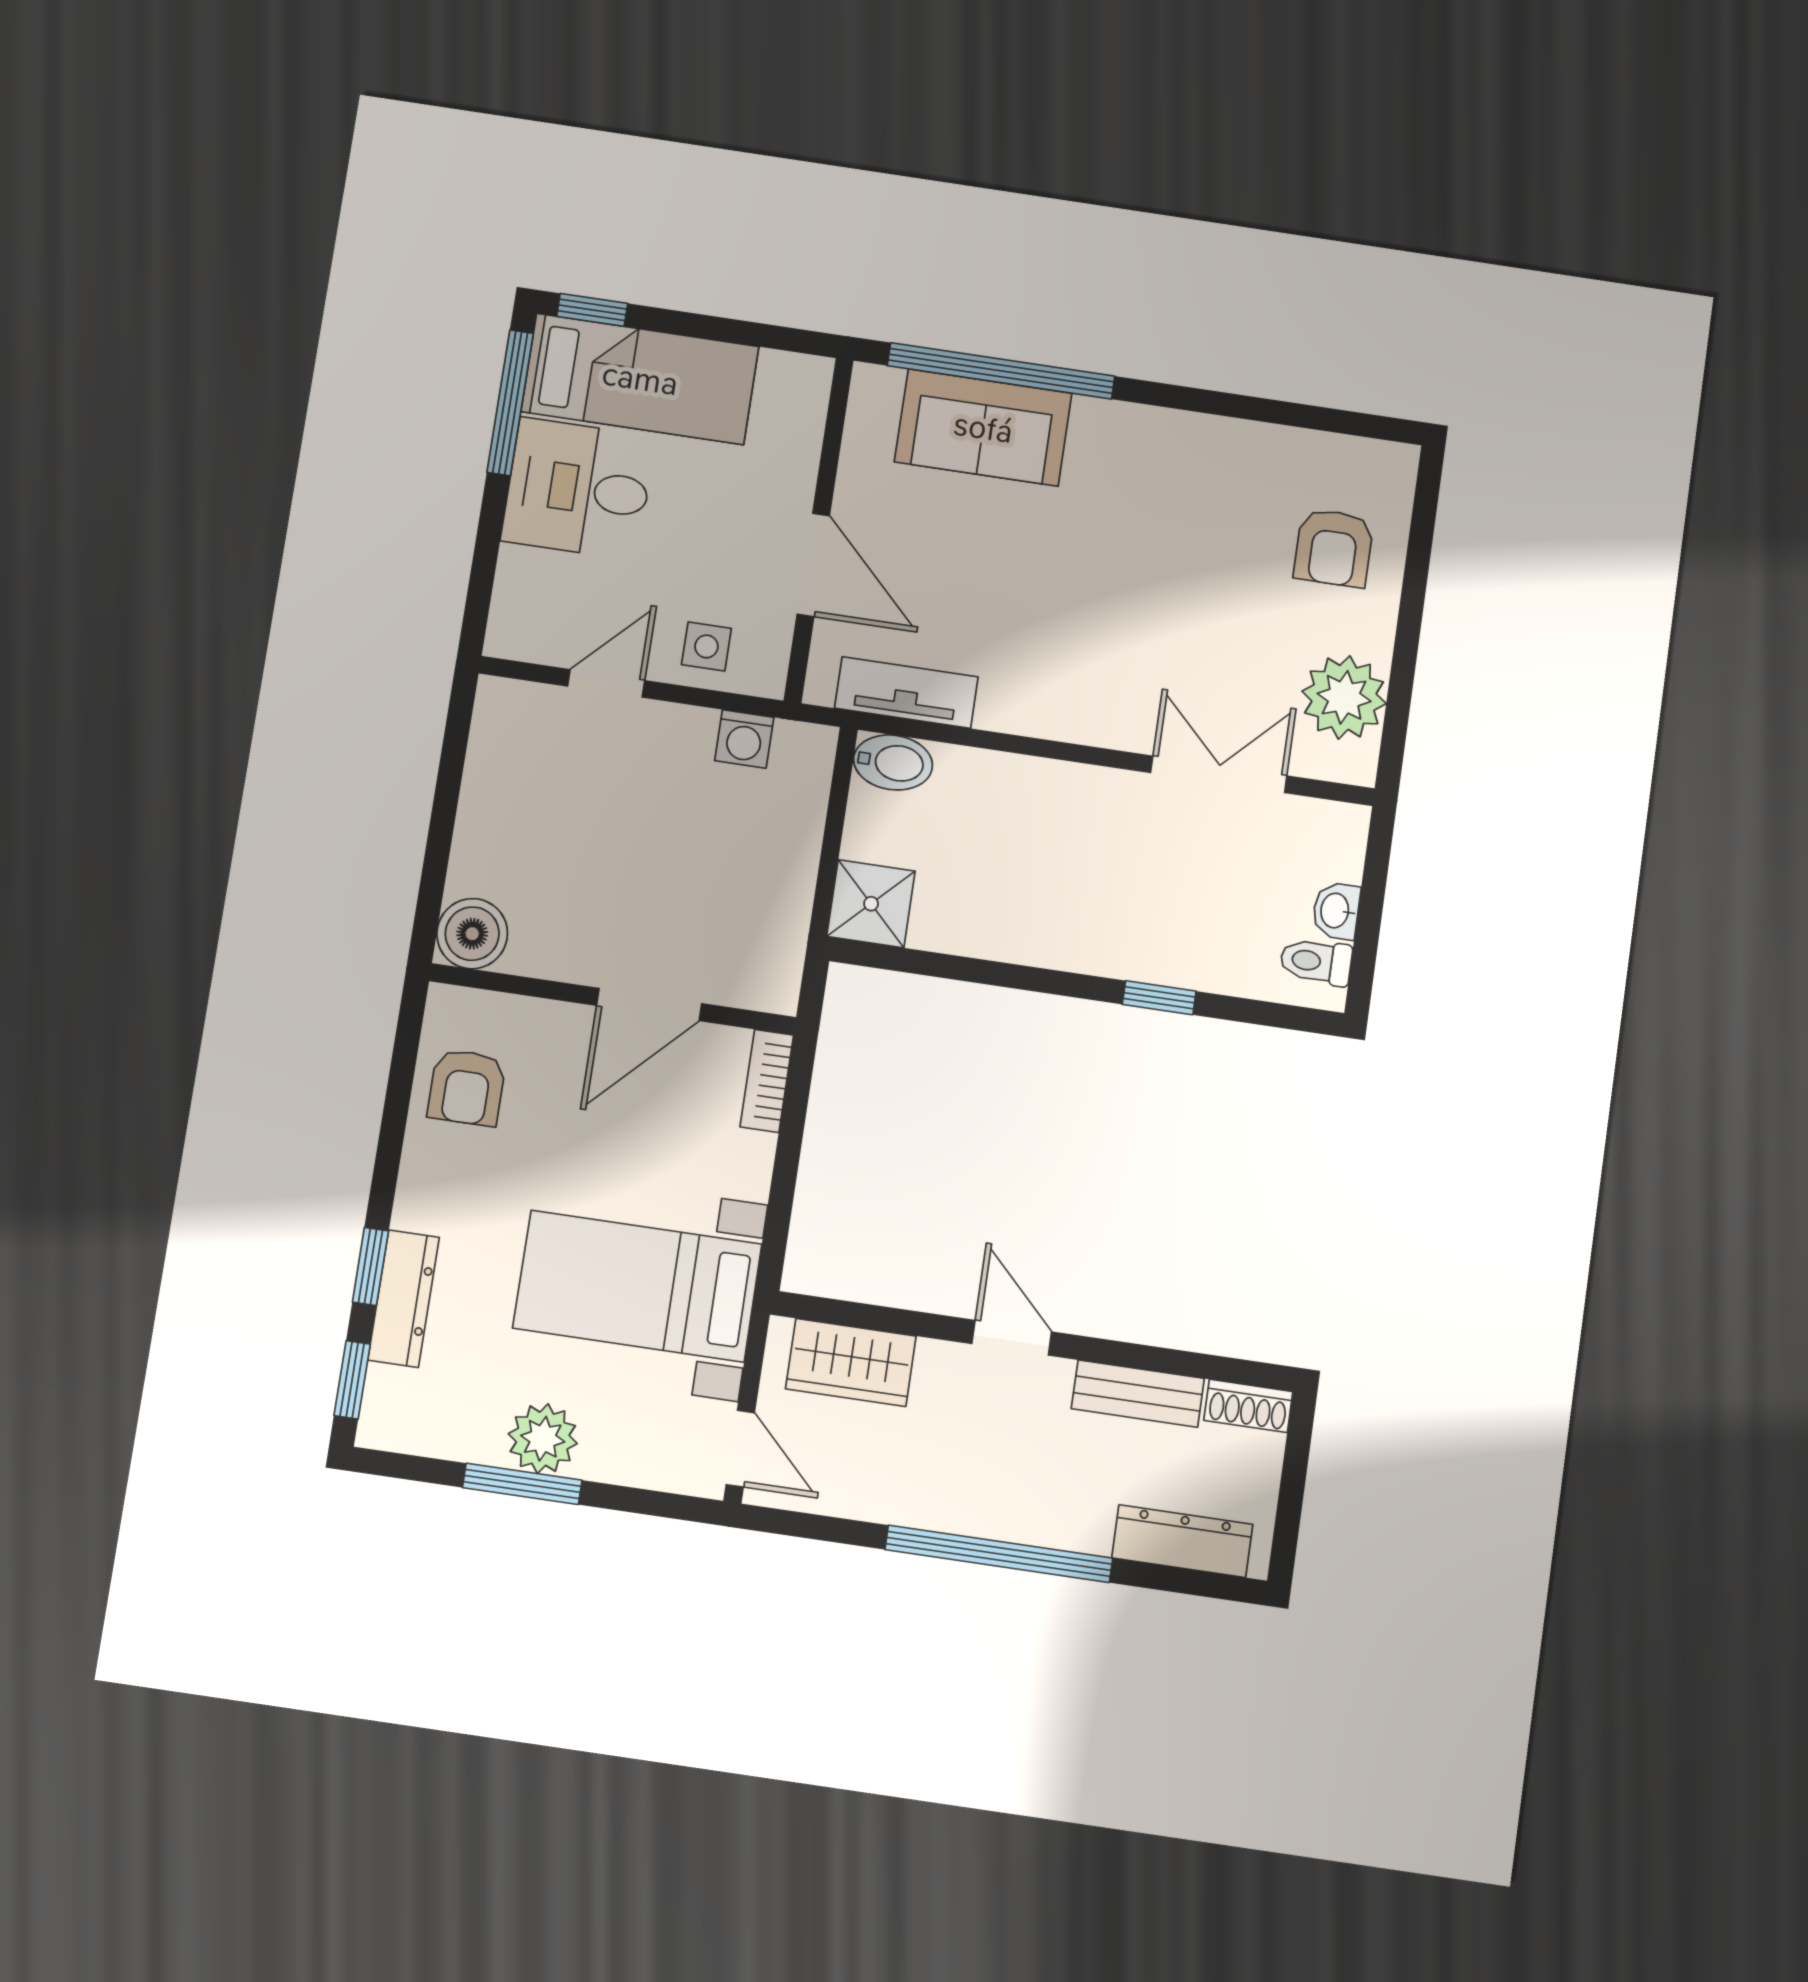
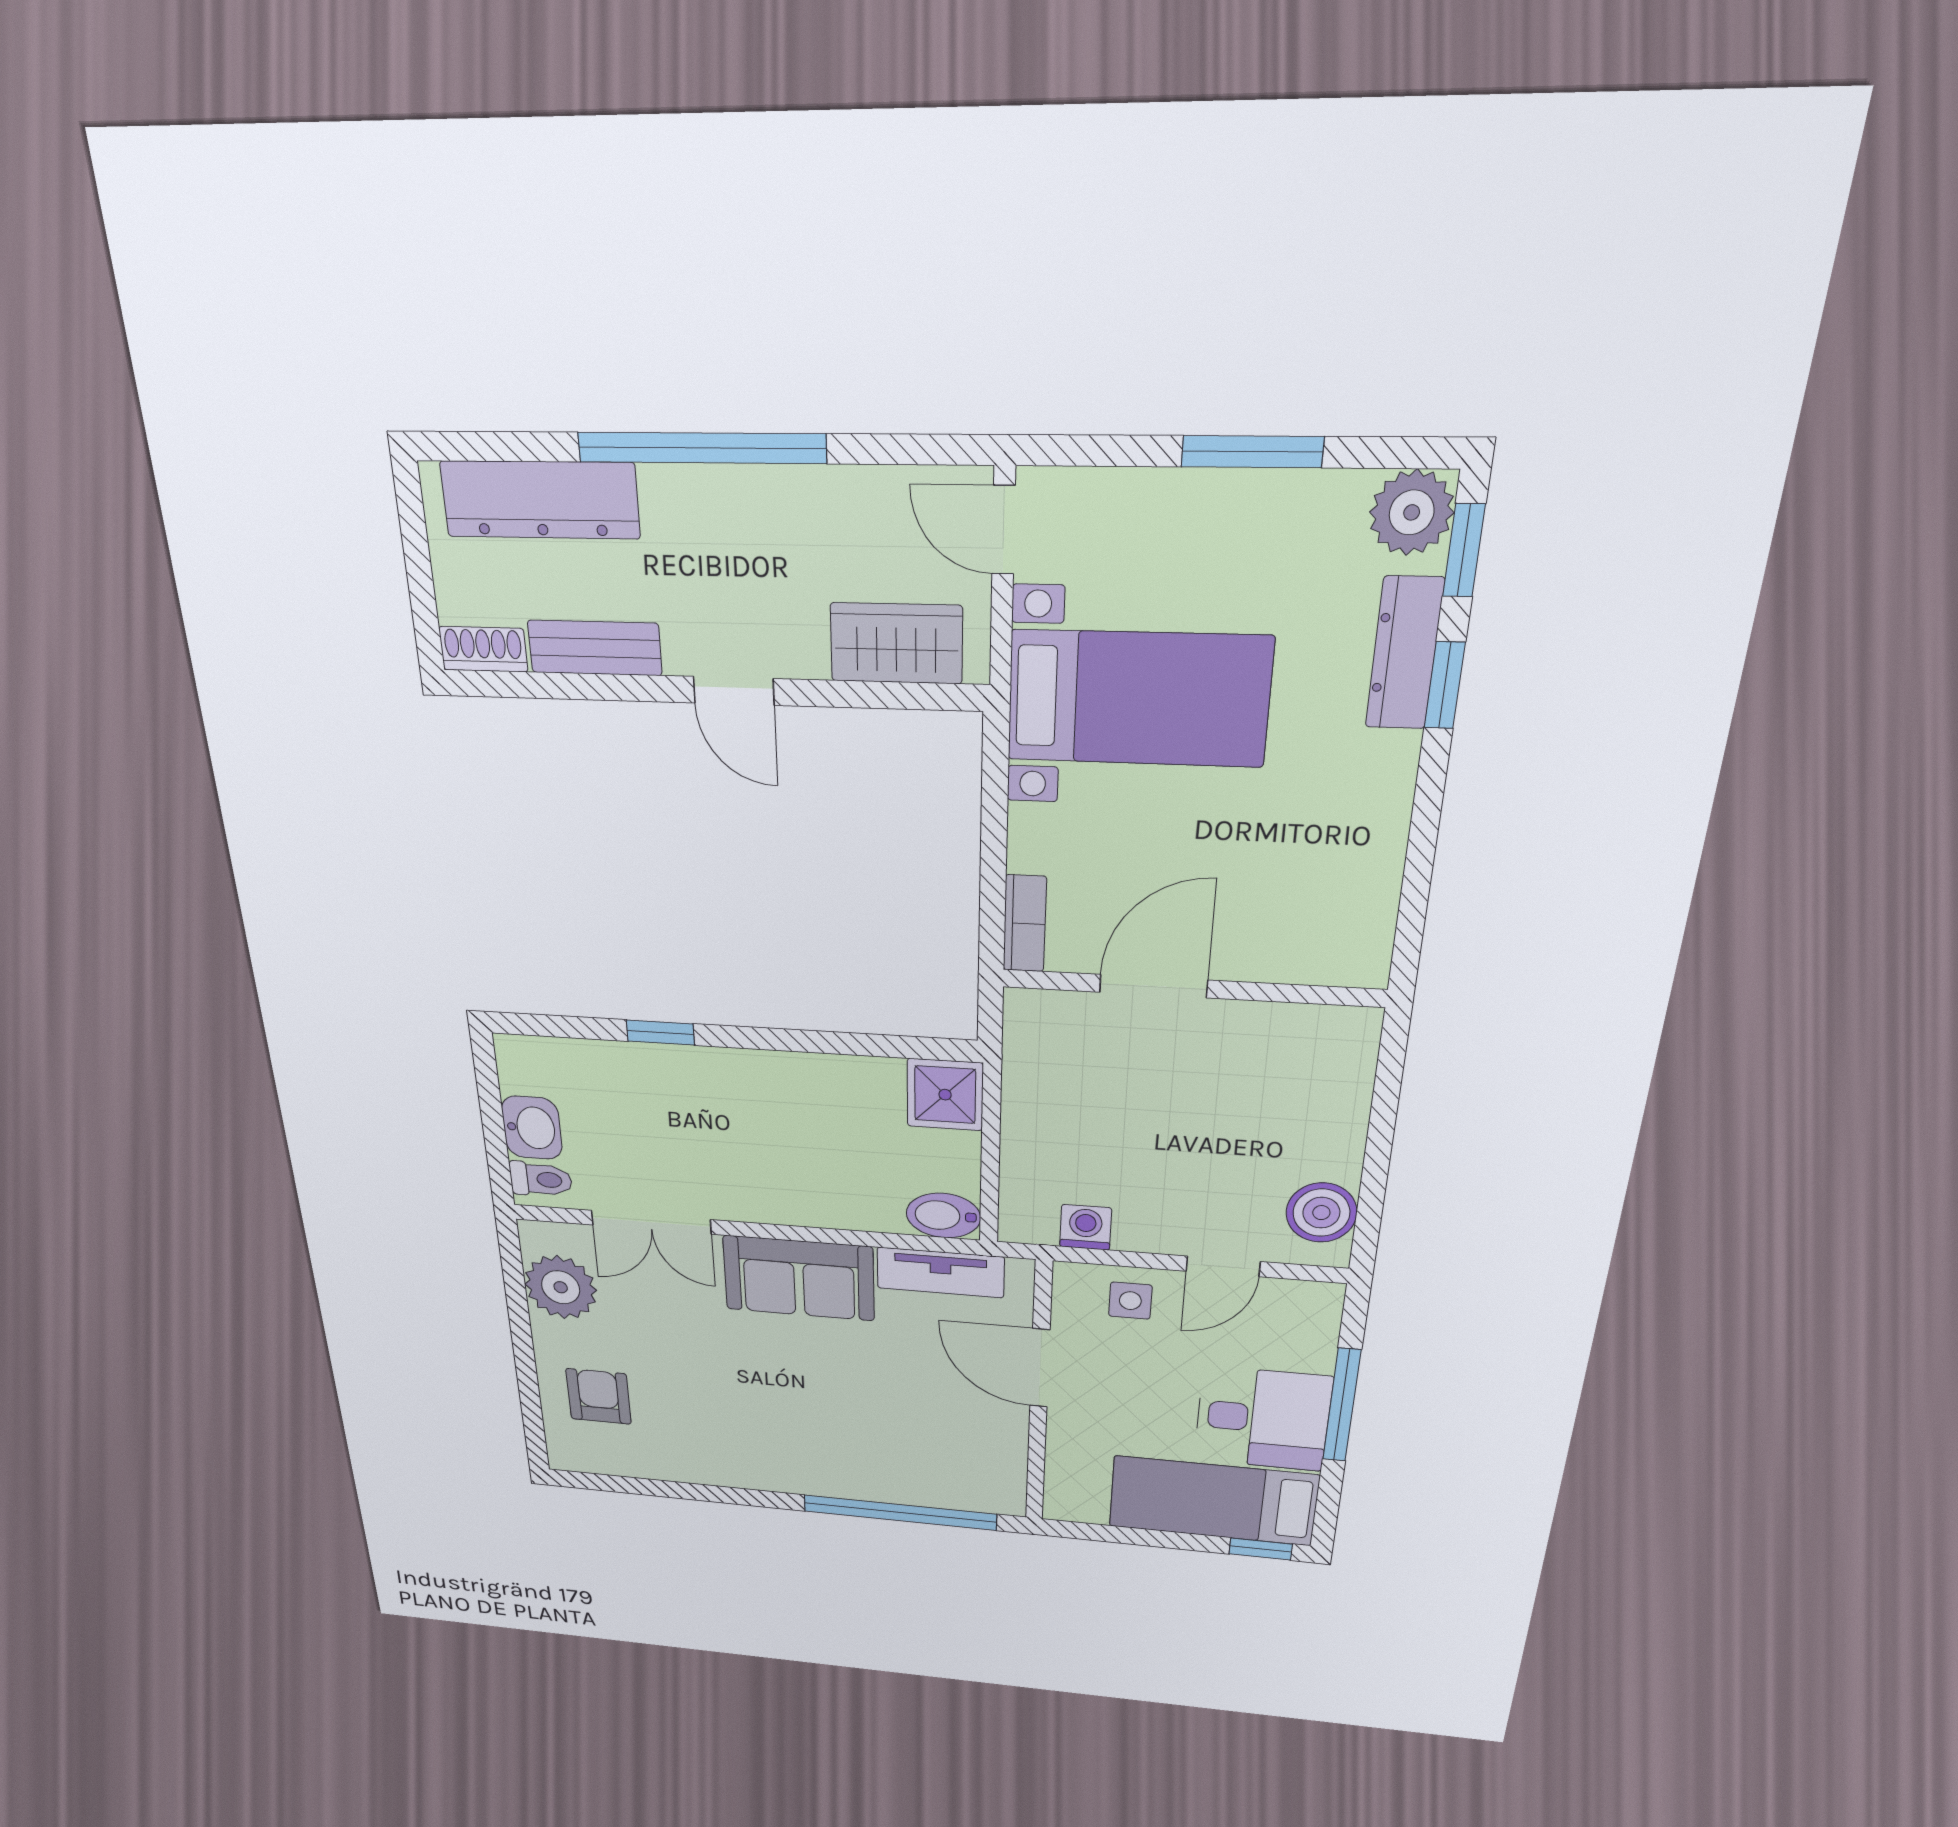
window: (510, 403) -> (1342, 1405), moved
sofa: (983, 428) -> (799, 1278), moved, turned 180
washbasin: (1336, 911) -> (532, 1128), width x1.38, depth x1.45
boiler: (472, 934) -> (1321, 1213), moved
toilet: (1316, 962) -> (541, 1179), moved
armchair: (467, 1087) -> (1342, 888), removed
plant: (543, 1439) -> (1412, 512), moved
dresser: (1182, 1541) -> (540, 500), width x1.37, depth x1.24

